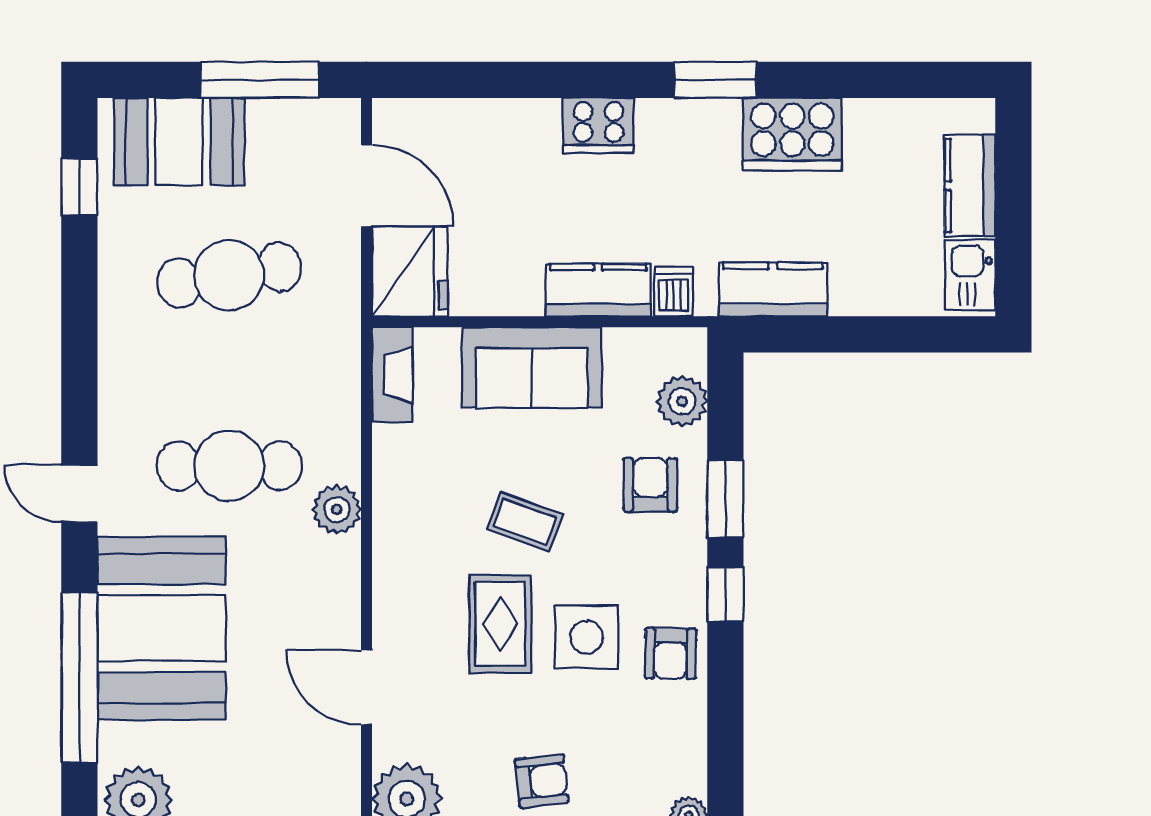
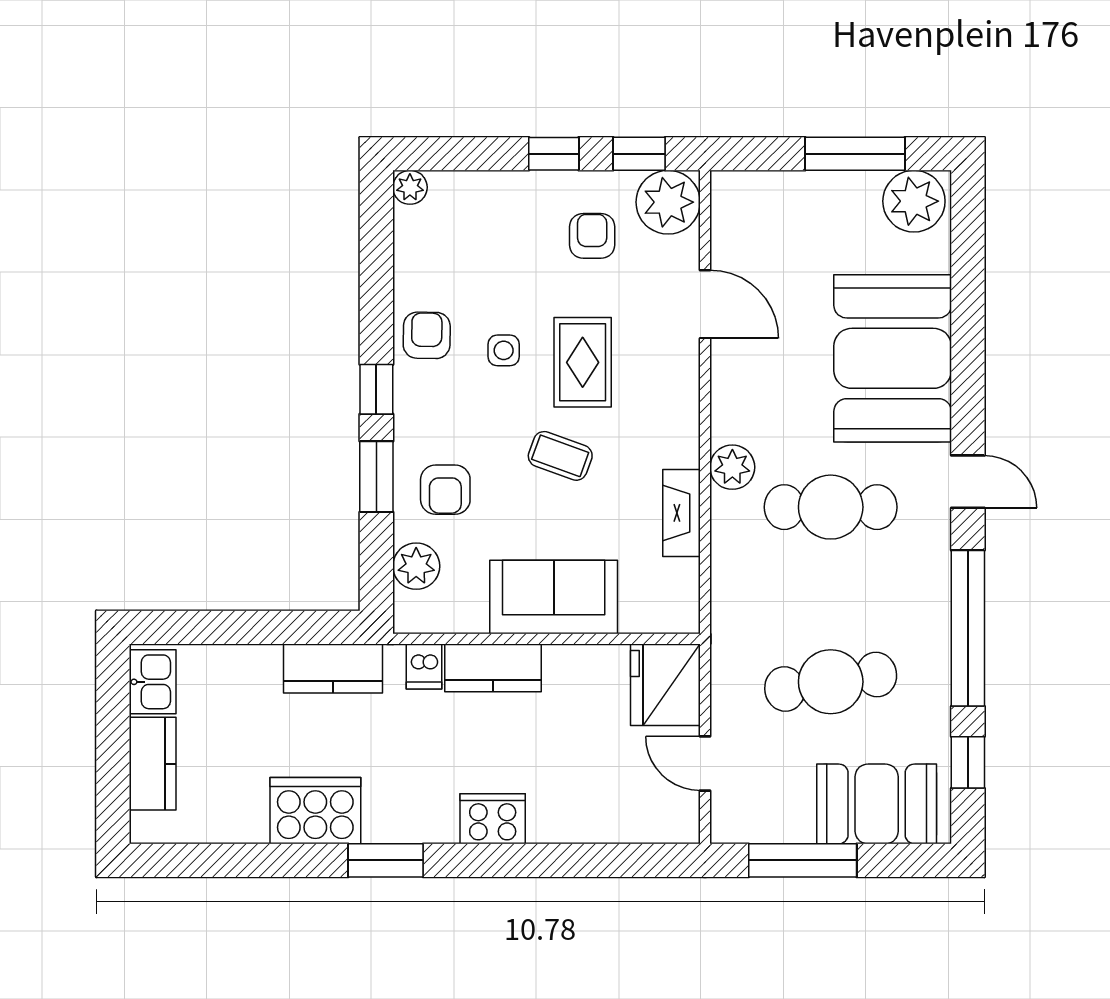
door: (366, 186) -> (705, 763), width x0.73
fireplace: (392, 375) -> (681, 513), moved
side table: (587, 637) -> (504, 350), width x0.54, depth x0.54
window: (79, 678) -> (968, 628), moved
armchair: (542, 781) -> (592, 236), moved, turned 96

